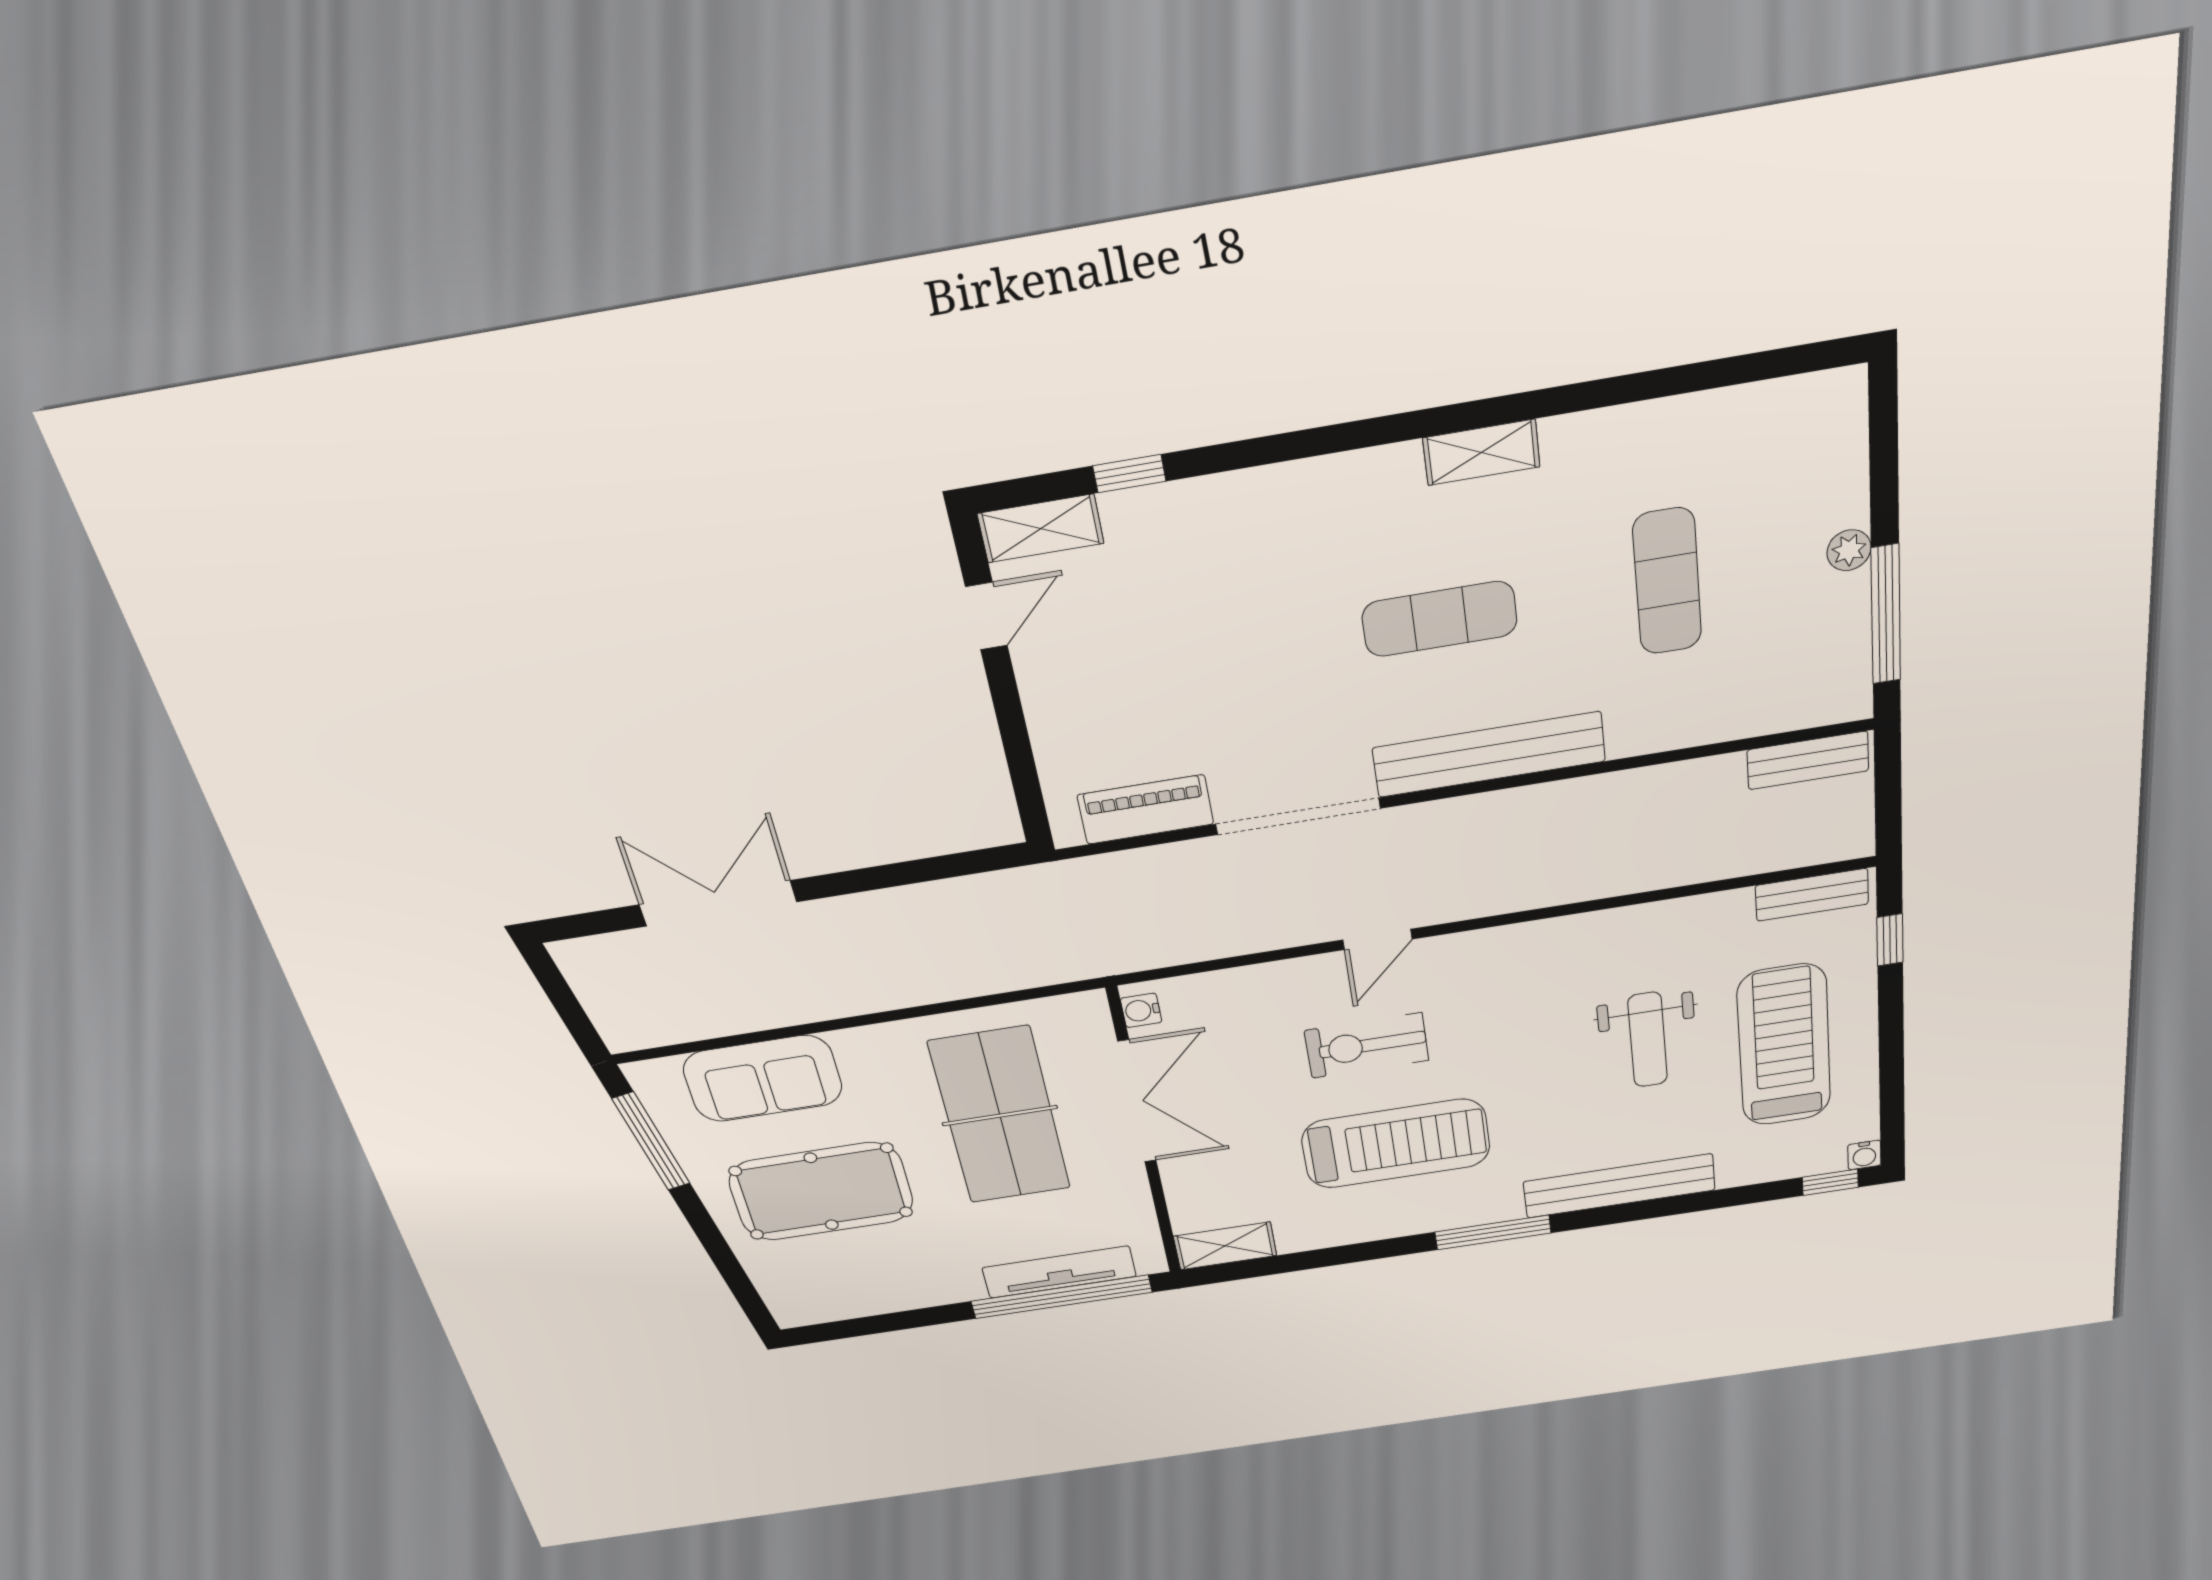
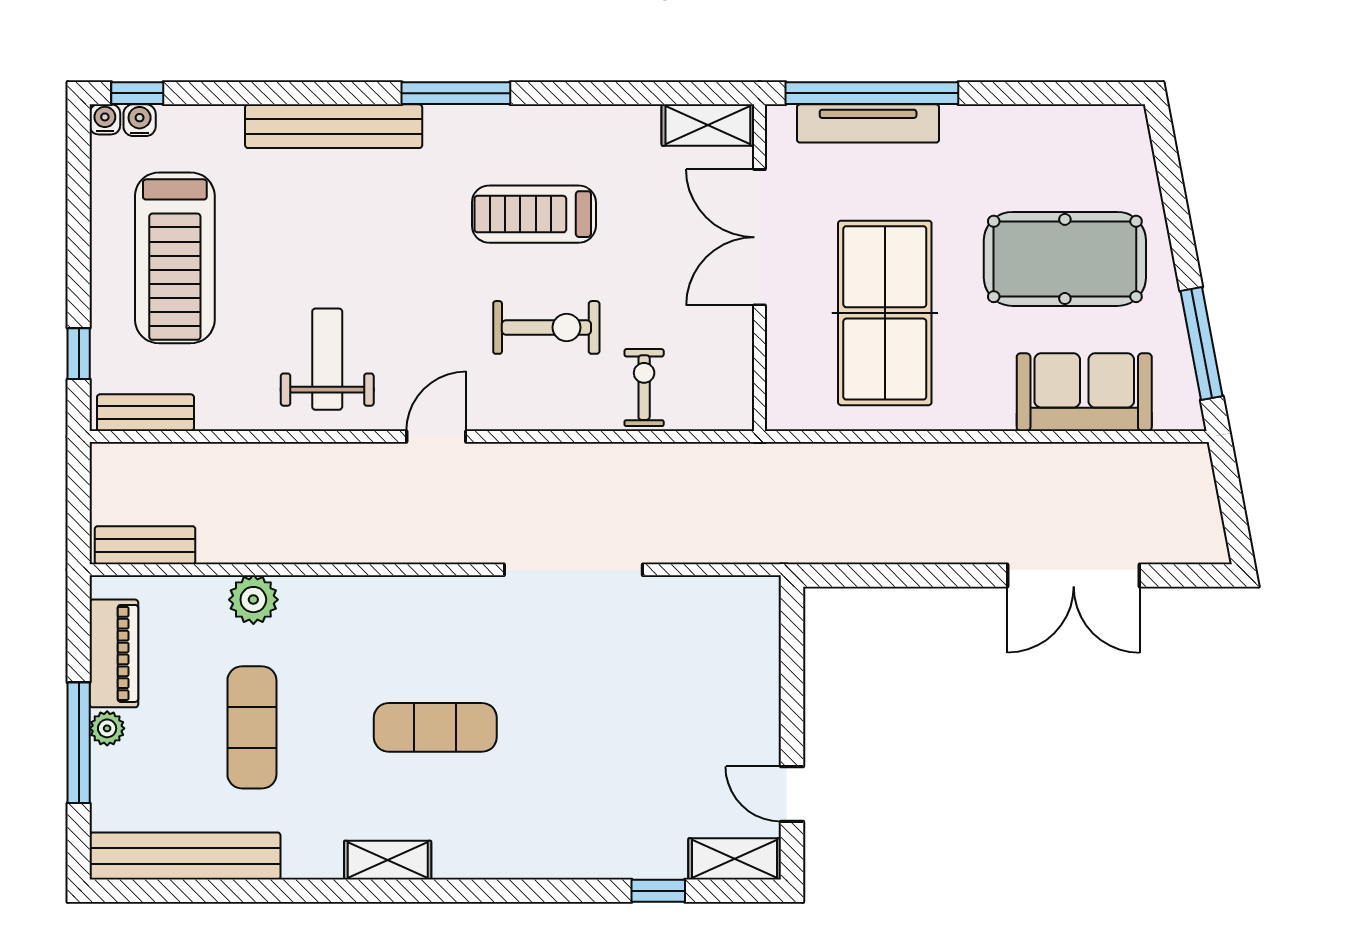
window: (1886, 614) -> (79, 743), moved
door: (986, 616) -> (792, 794), hinge flipped
plant: (1675, 724) -> (253, 600), added
bench: (1489, 755) -> (185, 856), moved
piano: (1145, 809) -> (114, 653), moved, turned -90
door: (1377, 939) -> (436, 436), moved
exercise bike: (1249, 1007) -> (644, 388), added
water cooler: (1141, 1010) -> (140, 120), moved, turned -90
weight bench: (1648, 1040) -> (327, 359), moved
double door: (1137, 1101) -> (760, 237), moved
treadmill: (1396, 1144) -> (534, 214), width x0.73, depth x0.73

